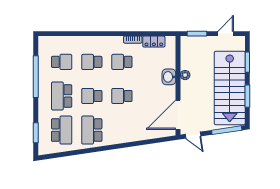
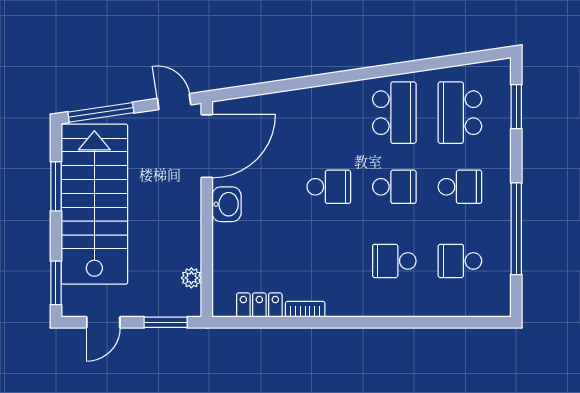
school desk: (92, 62) -> (394, 261), turned 180
school desk: (122, 62) -> (329, 261), removed
window: (247, 62) -> (56, 283), moved
plant: (185, 75) -> (191, 278), moved
washbasin: (169, 77) -> (227, 204), moved
school desk: (62, 96) -> (460, 187), width x0.54

